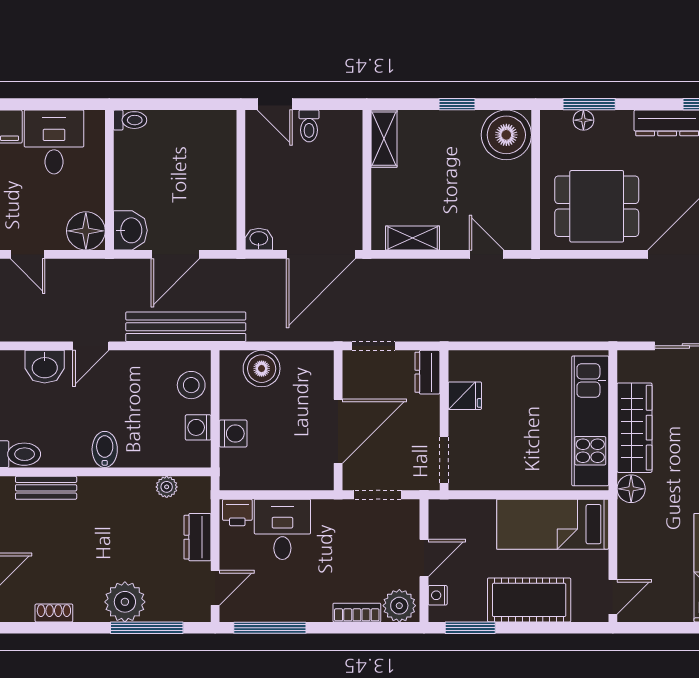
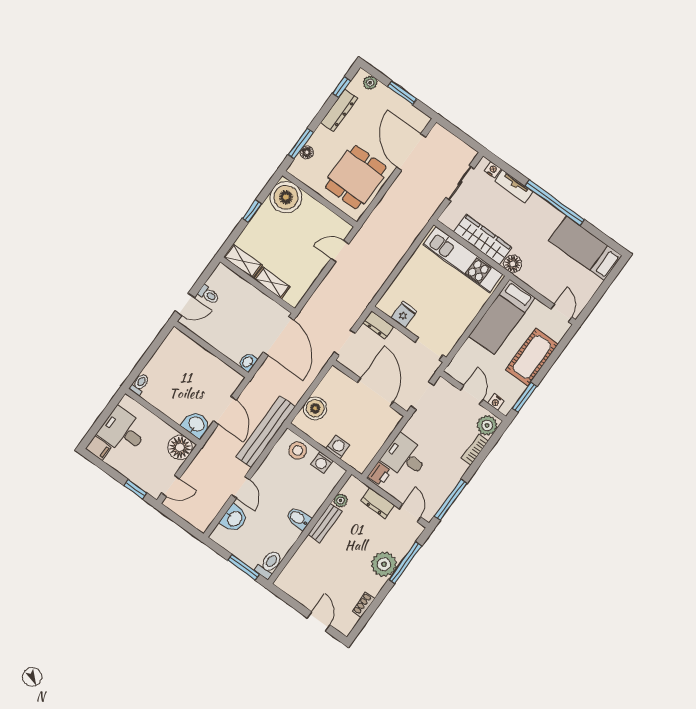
shelving: (413, 238) -> (272, 283), moved, turned 90
bench: (46, 488) -> (325, 523), moved

